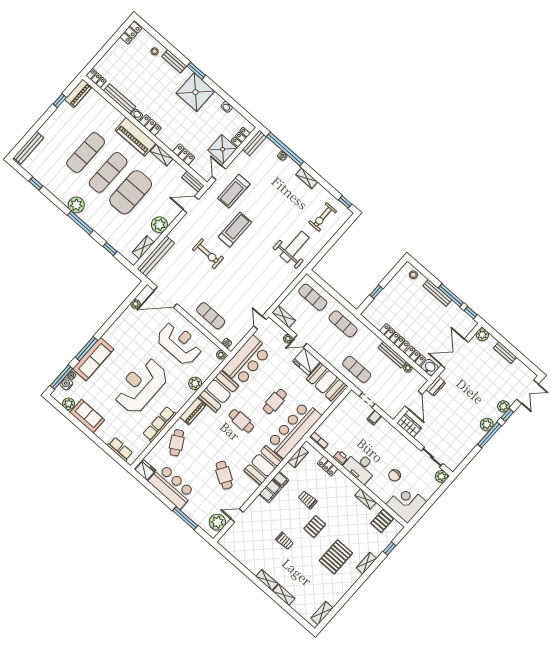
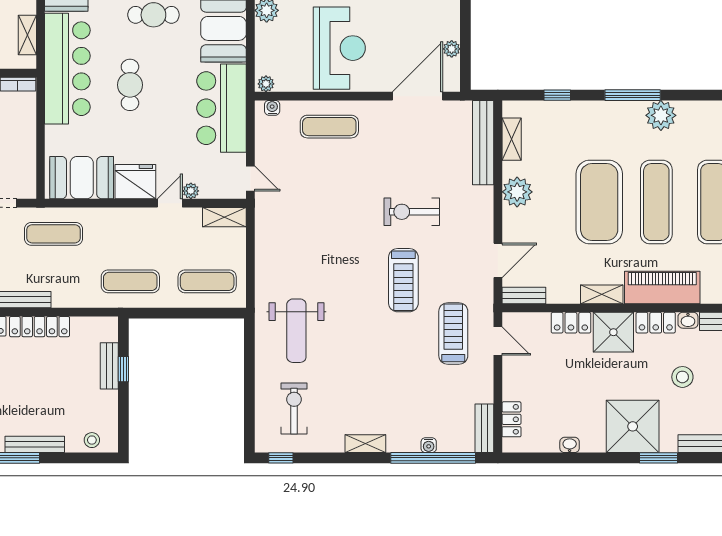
stool: (159, 94) -> (682, 377), added
shower: (223, 149) -> (613, 332), moved
bench: (381, 298) -> (109, 366), added
reception desk: (180, 343) -> (339, 48), turned -90

